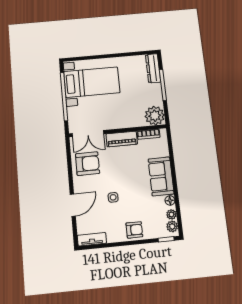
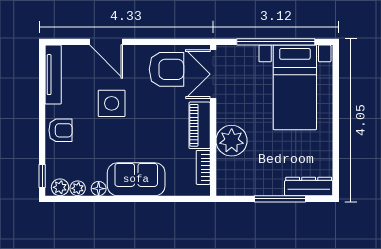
plant: (155, 116) -> (232, 141), moved
armchair: (88, 164) -> (167, 69), turned -90
side table: (113, 197) -> (112, 103), width x1.87, depth x1.87
armchair: (134, 230) -> (60, 130), turned -90
tv unit: (92, 239) -> (53, 75), width x1.41

